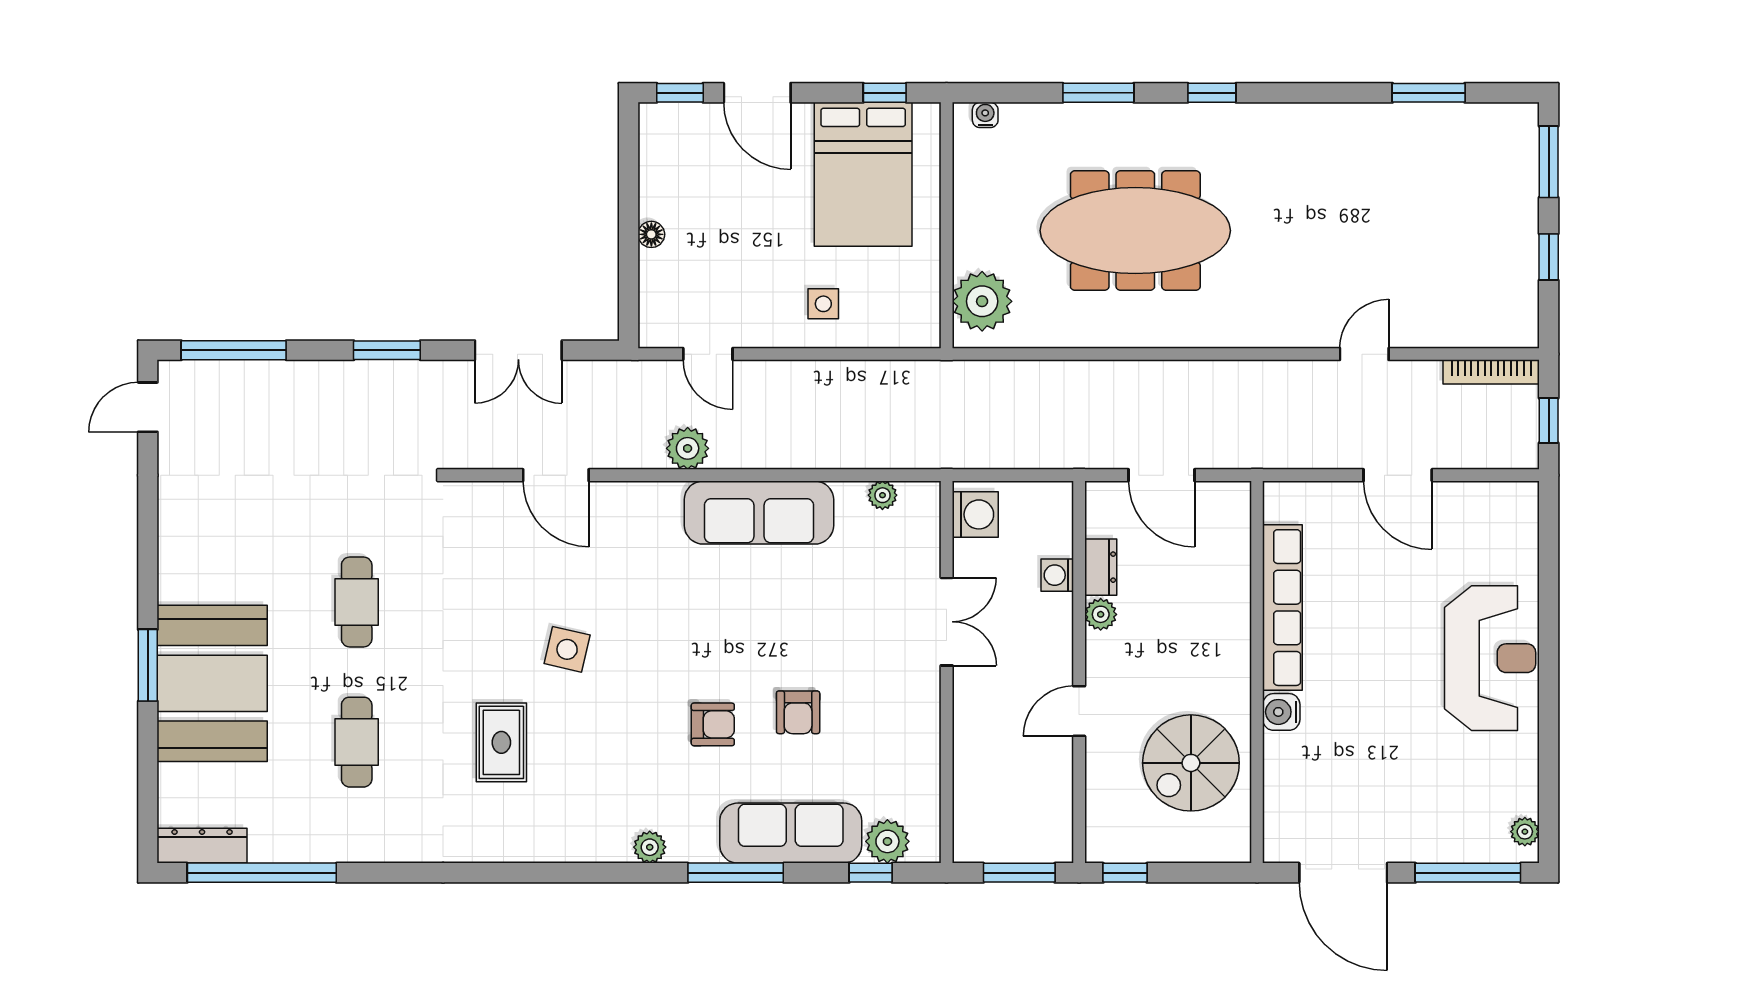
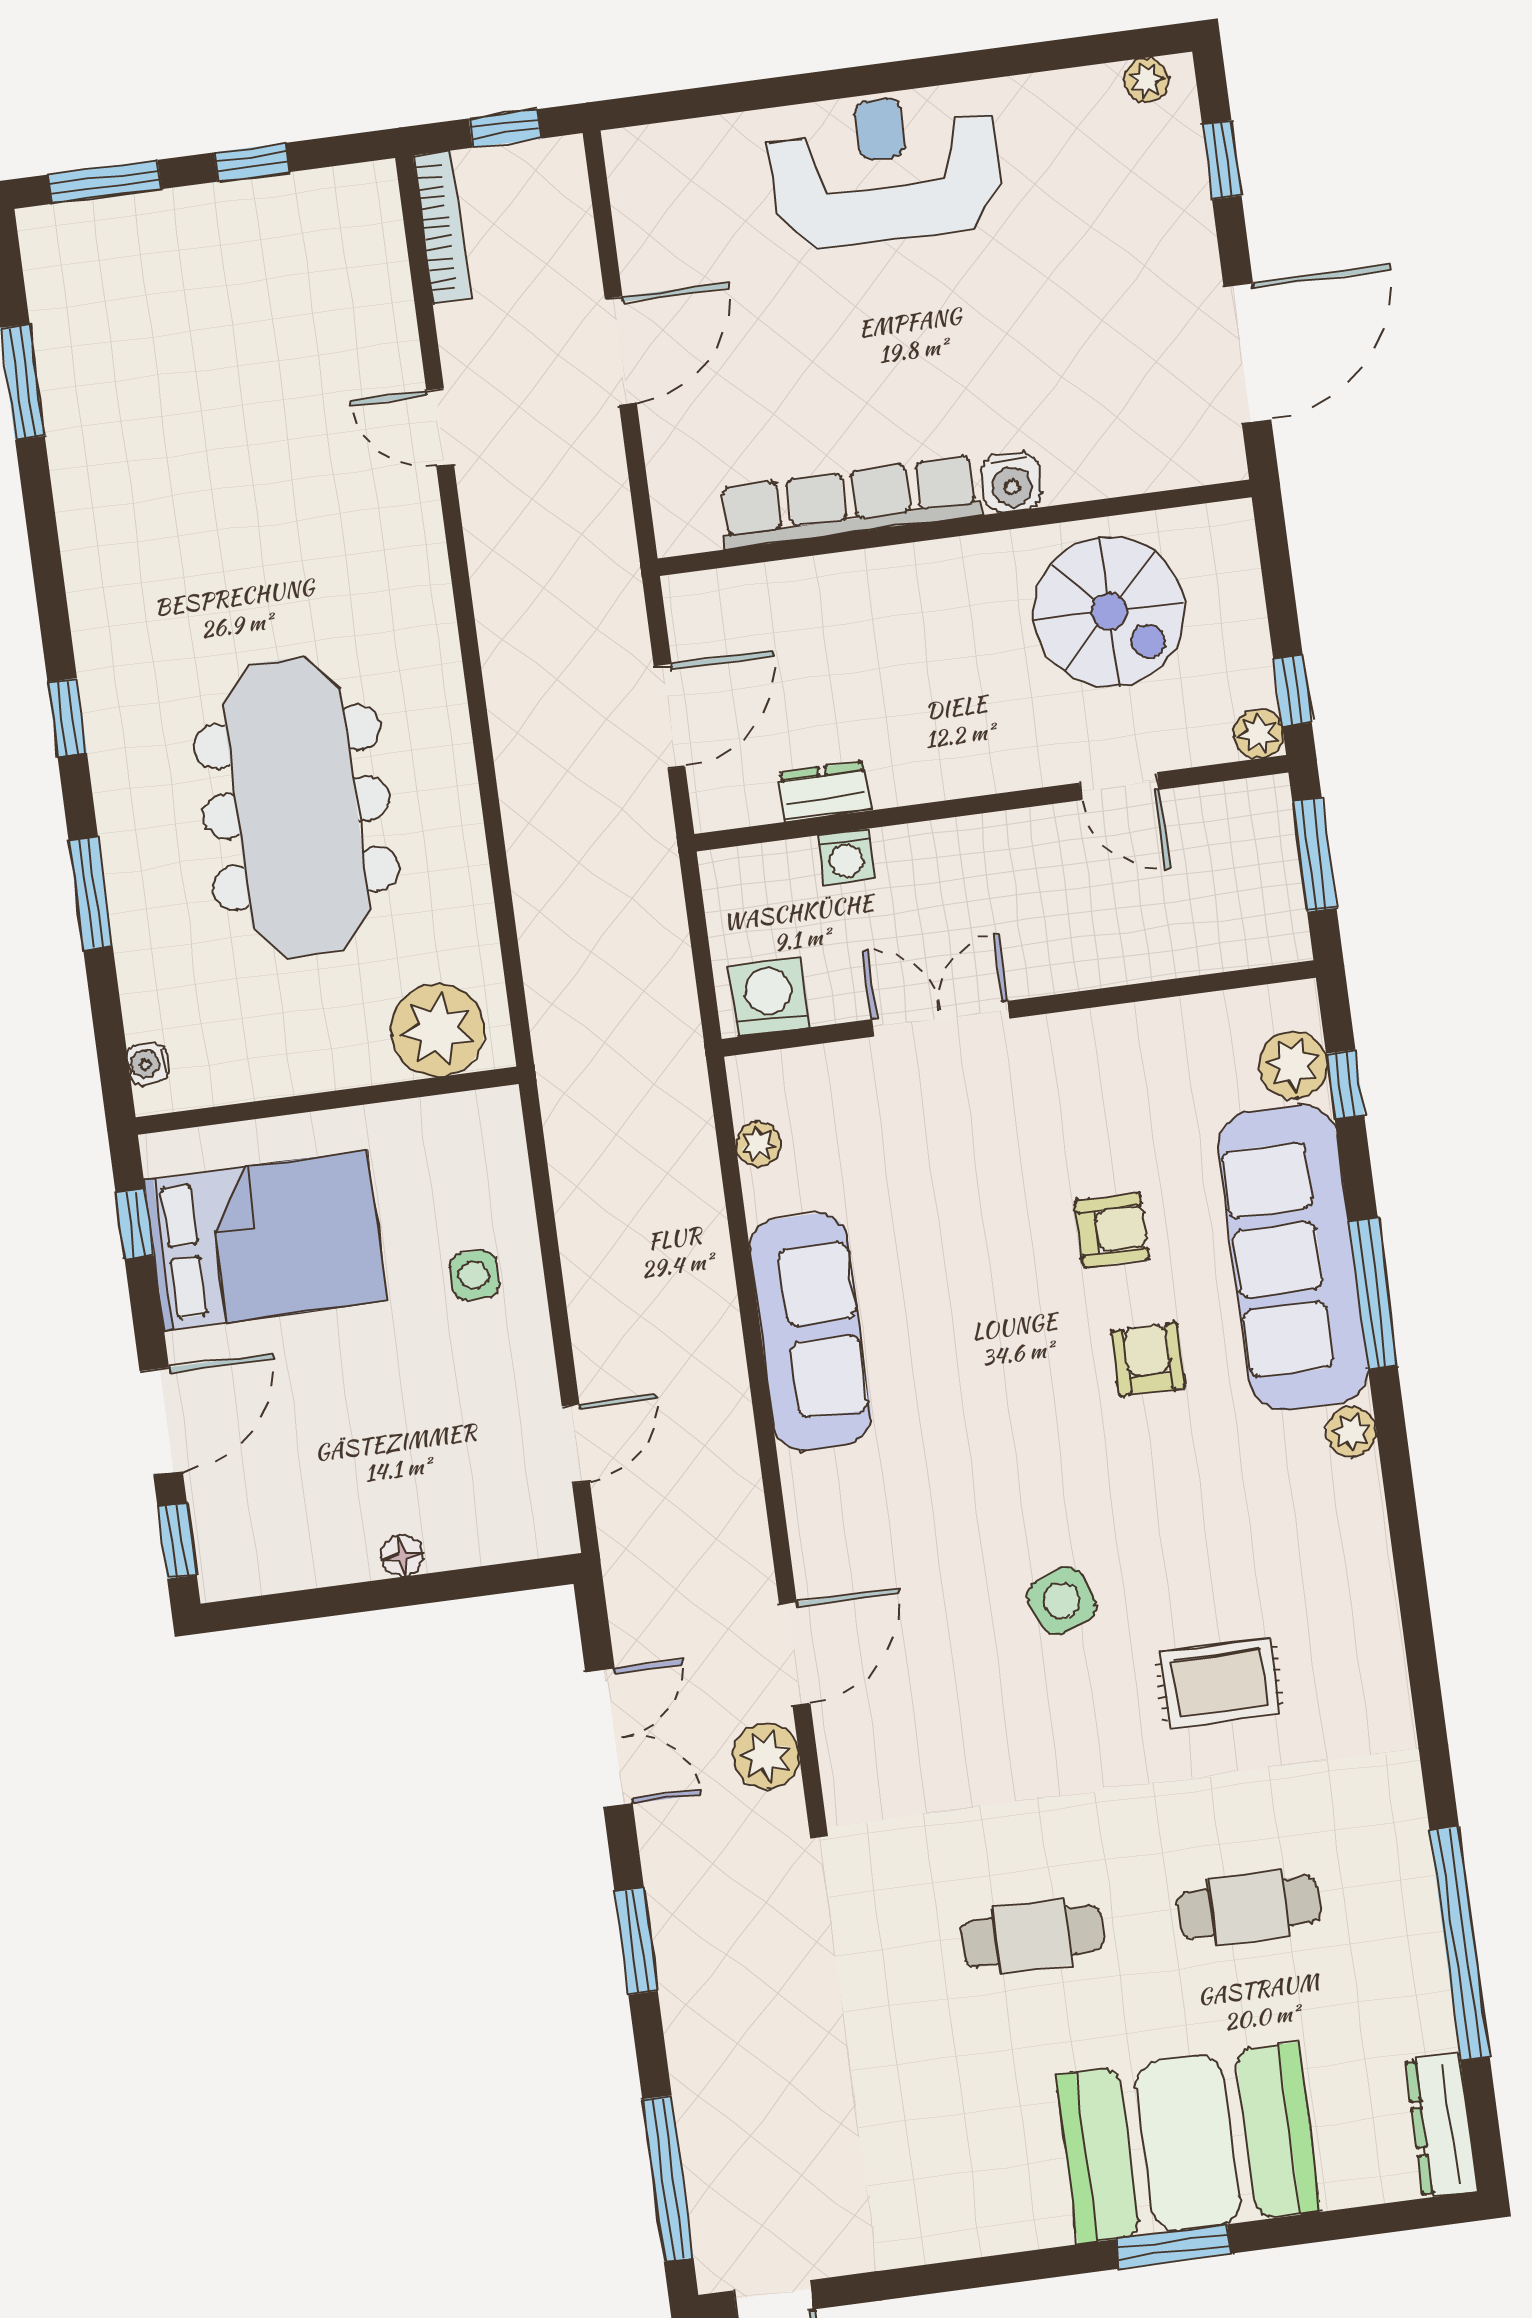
plant: (688, 448) -> (766, 1756), moved
plant: (1101, 614) -> (1258, 734), moved
side table: (567, 649) -> (1062, 1601), turned -35
door: (1079, 711) -> (1119, 786), moved
sofa: (791, 833) -> (1293, 1258), width x1.36, depth x1.27
window: (262, 873) -> (1460, 1944), moved
window: (1468, 873) -> (1222, 160), width x0.46

